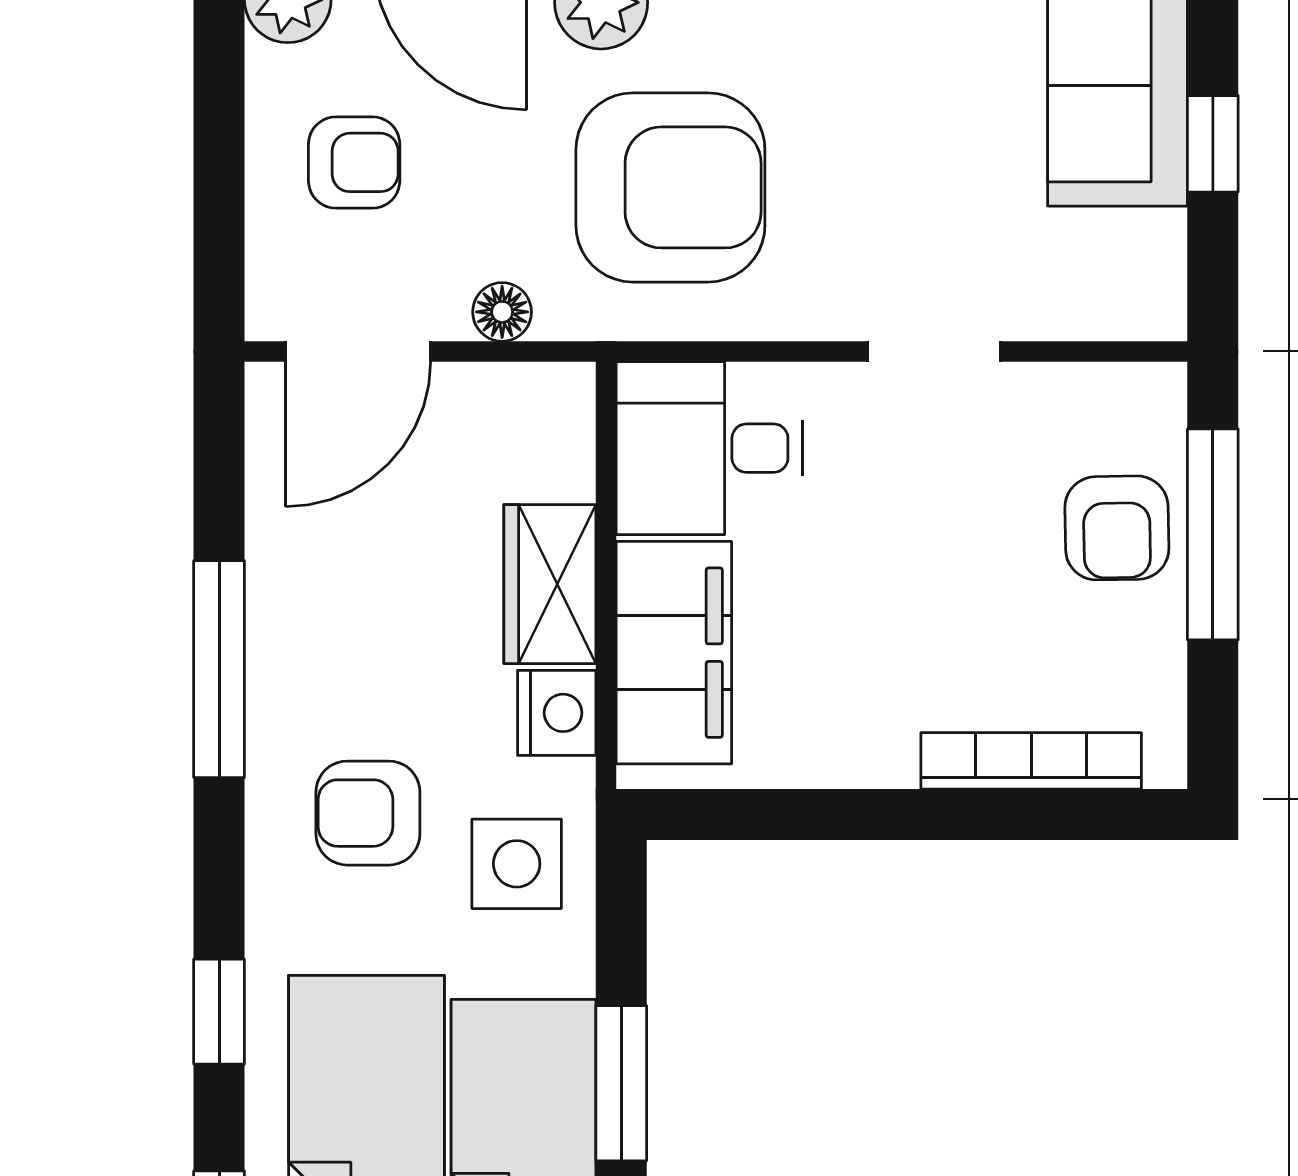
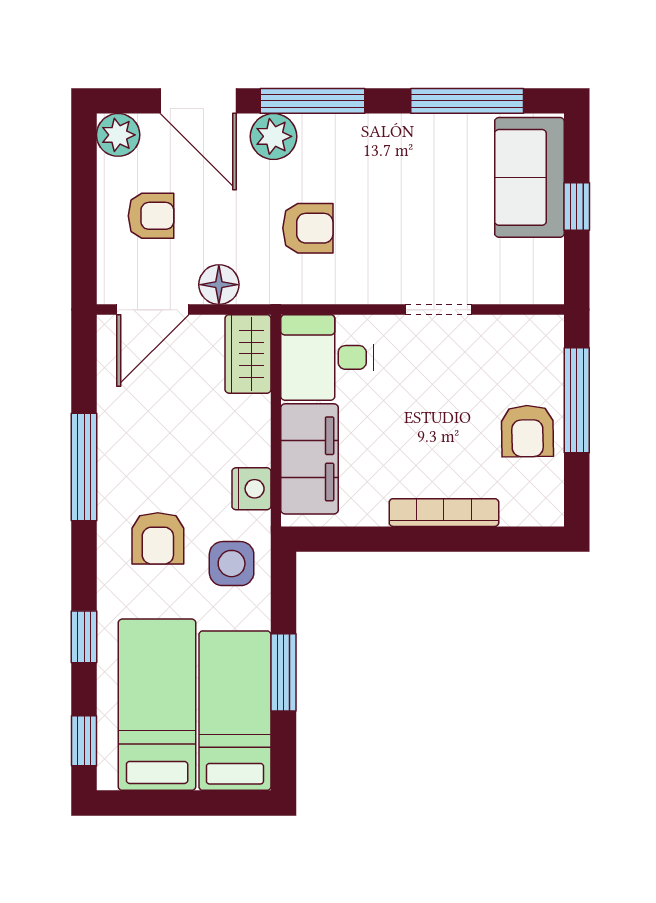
armchair: (670, 187) -> (308, 228), width x0.53, depth x0.53
floor lamp: (502, 312) -> (219, 285), width x1.37, depth x1.37
armchair: (1117, 528) -> (527, 431), moved
wardrobe: (550, 584) -> (248, 354), moved
bookcase: (1031, 761) -> (444, 513), moved
armchair: (368, 813) -> (158, 538), turned -90

